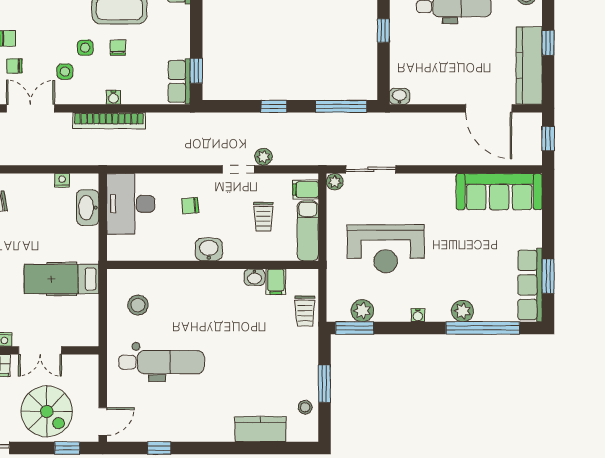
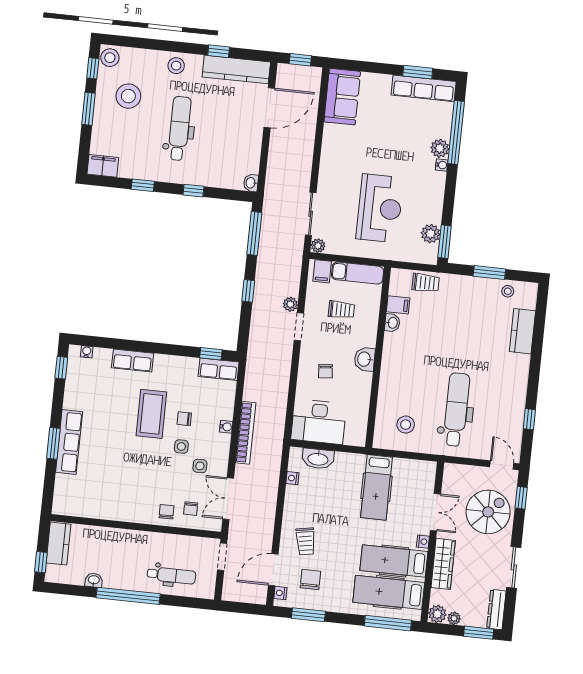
sofa: (499, 192) -> (342, 97), width x0.73
water cooler: (418, 315) -> (442, 165), moved

